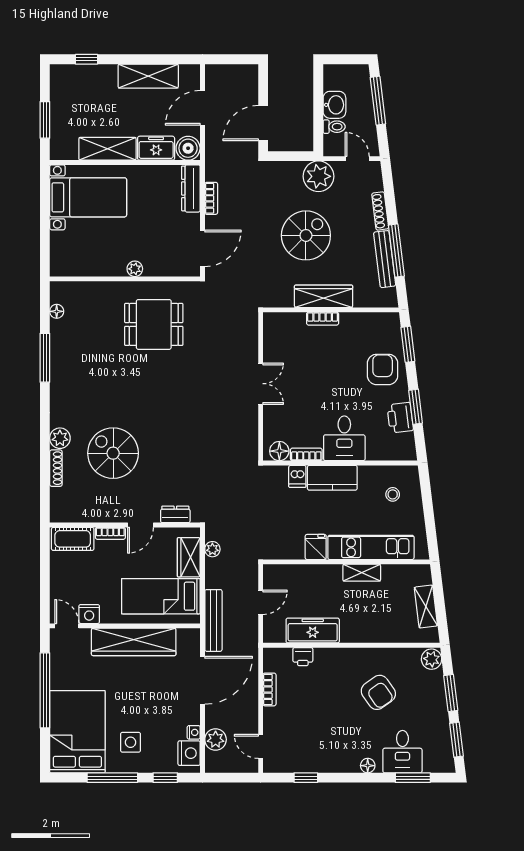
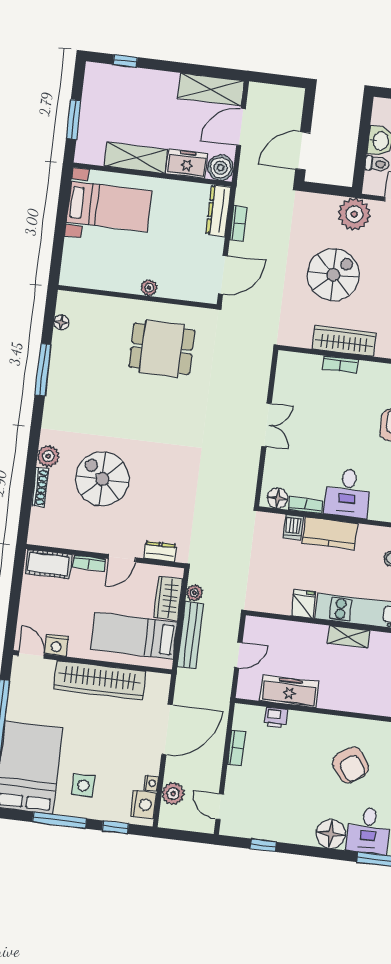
shelving: (148, 76) -> (211, 89), moved
bench: (213, 620) -> (190, 635), moved
floor lamp: (368, 766) -> (331, 834), width x1.89, depth x1.89

